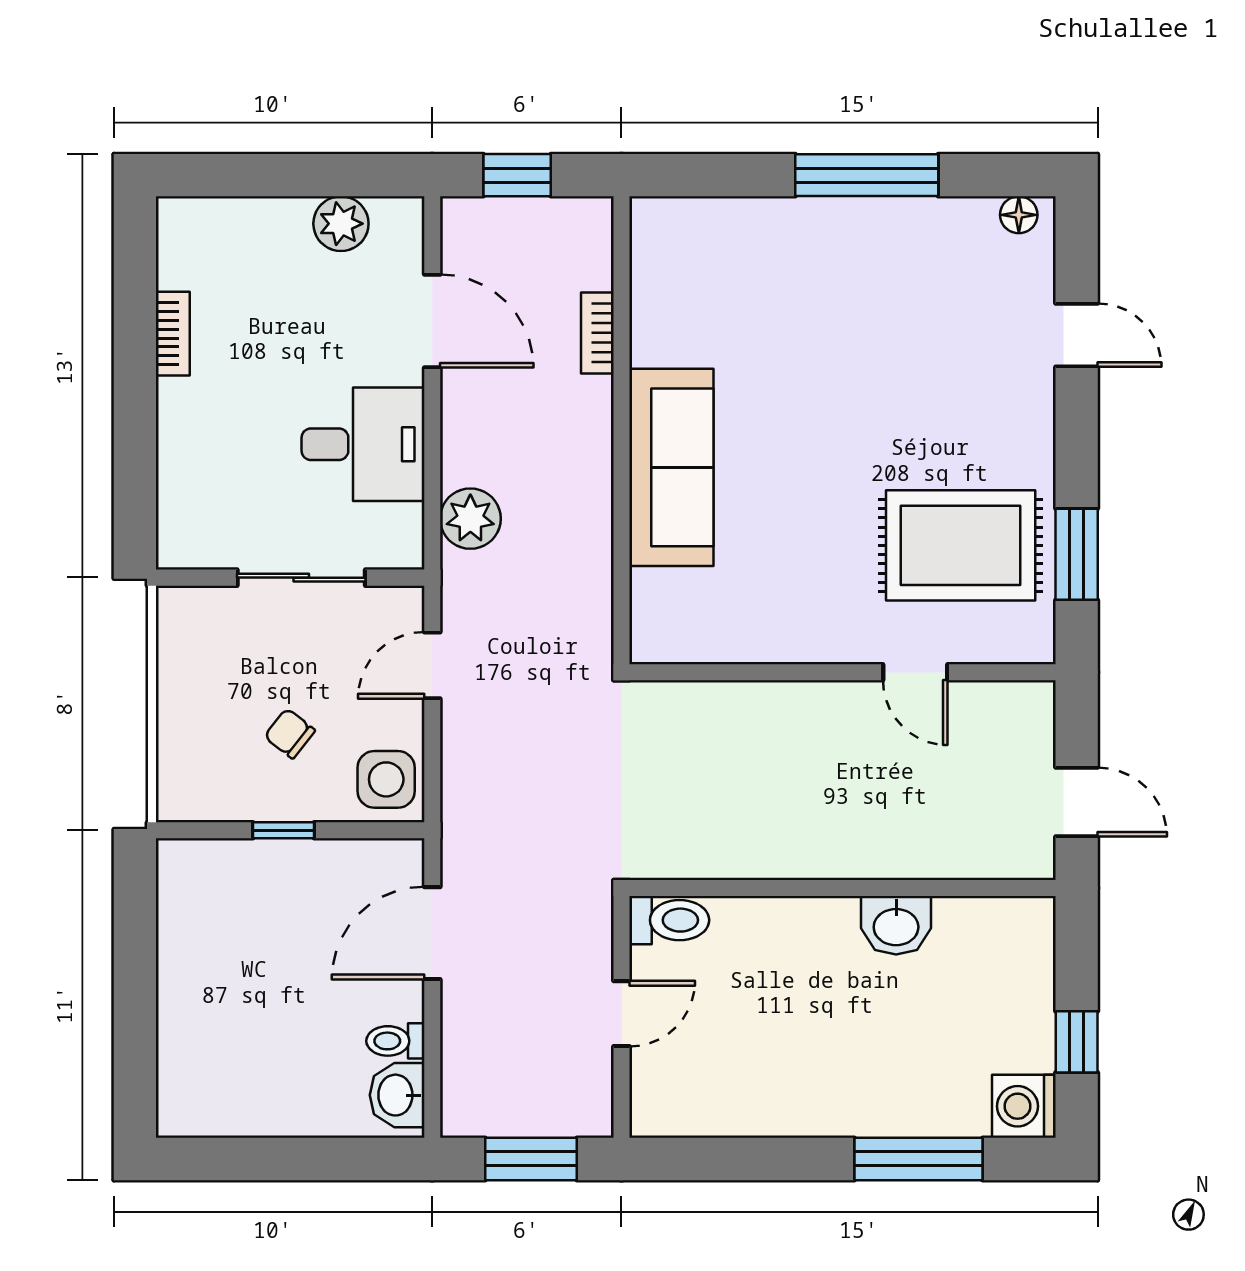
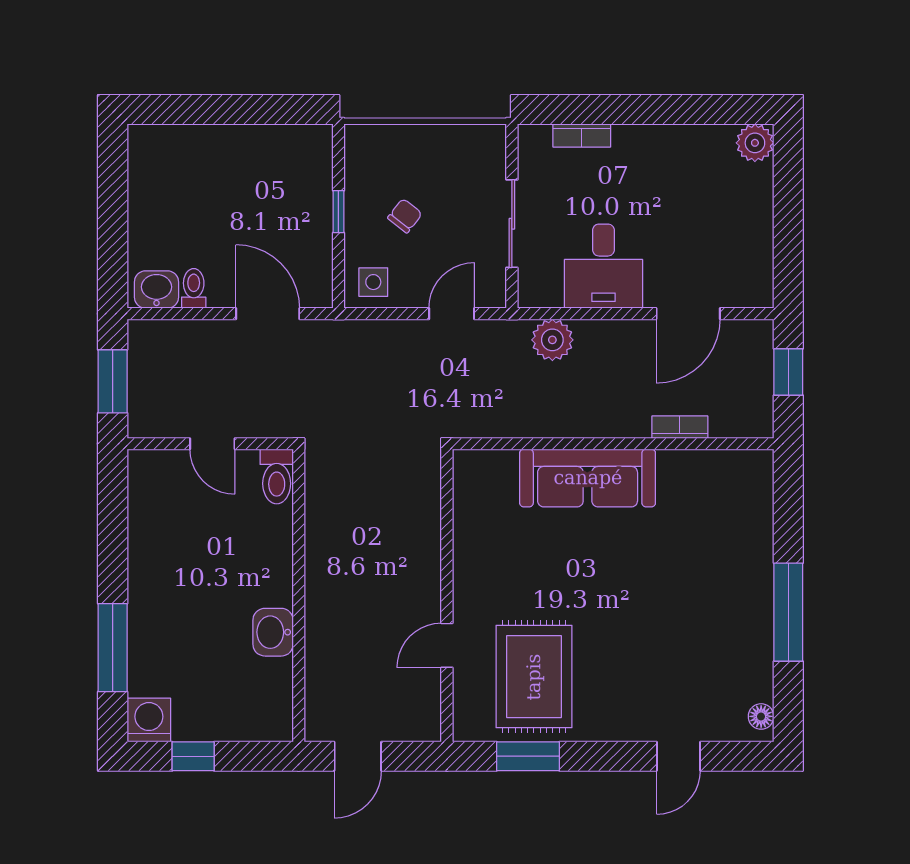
plant: (341, 224) -> (755, 143), moved
bookcase: (173, 334) -> (582, 136), moved
door: (432, 665) -> (452, 314), hinge flipped
side table: (386, 779) -> (373, 282), width x0.73, depth x0.73

